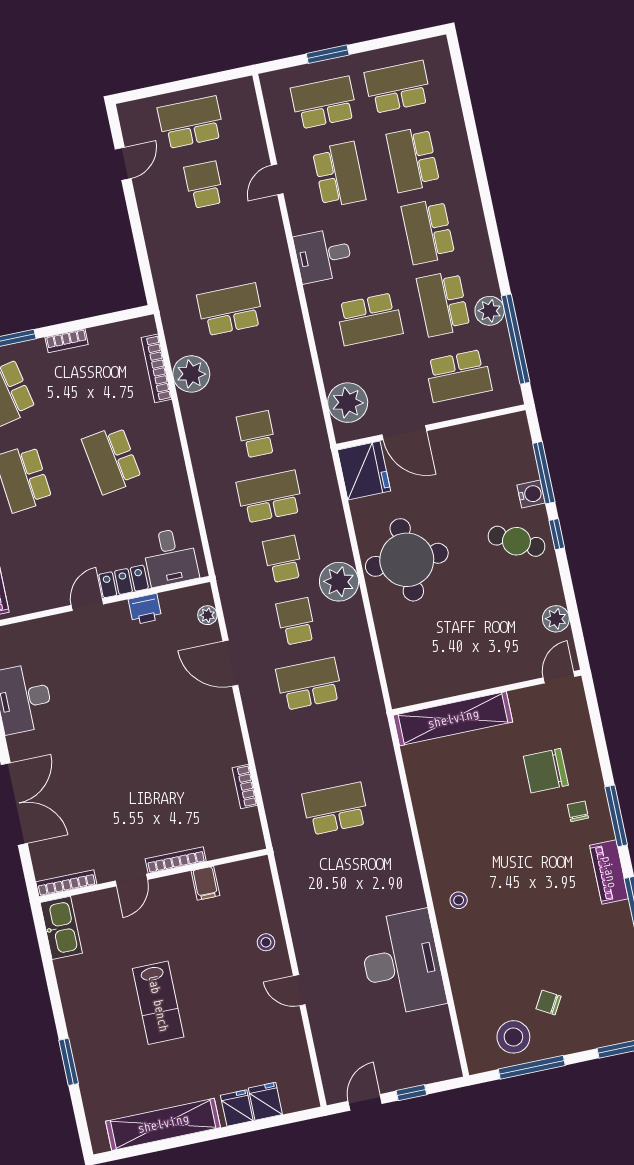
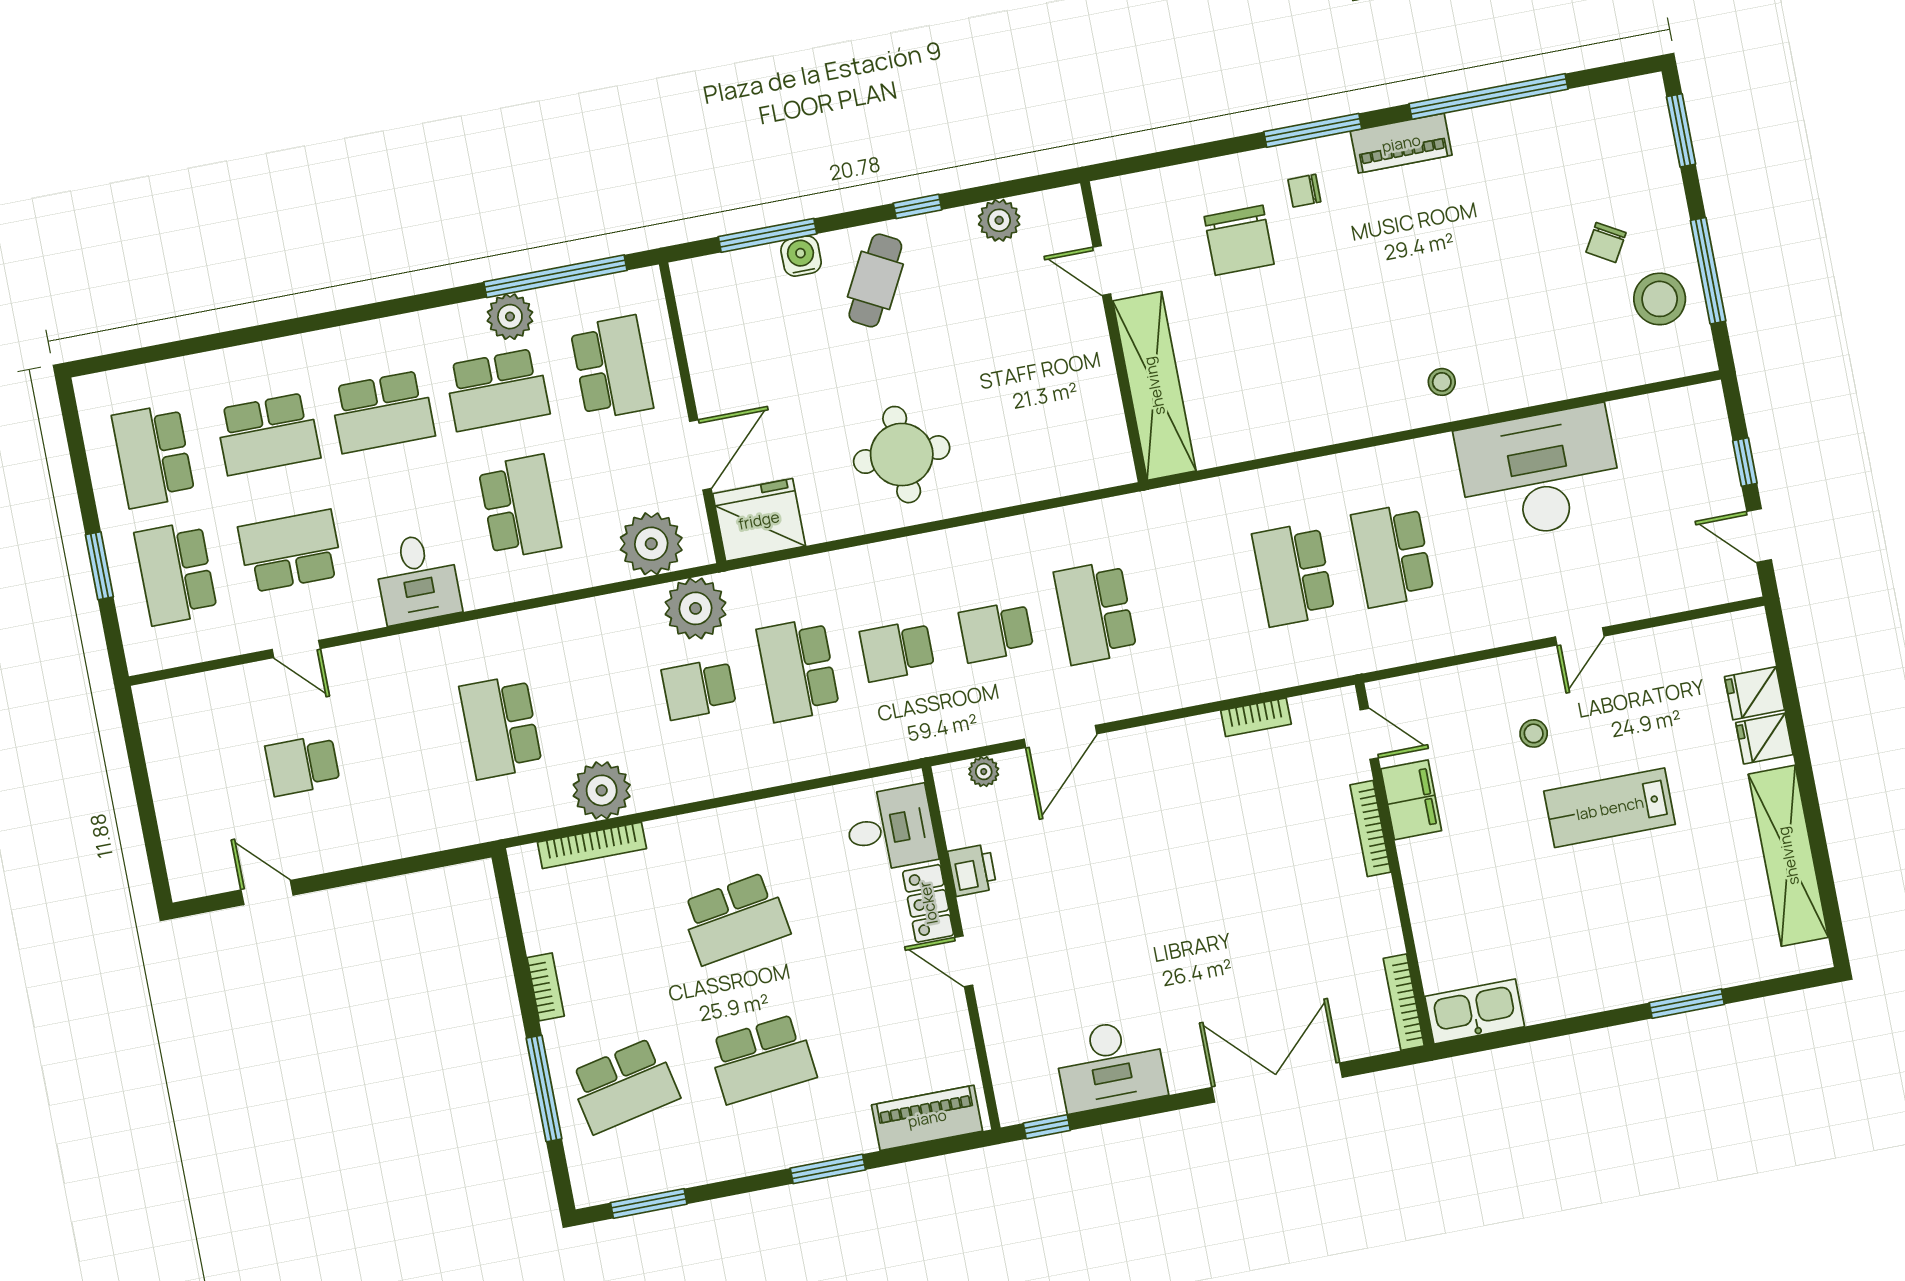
school desk: (191, 122) -> (1393, 555), moved
window: (557, 534) -> (917, 206), moved
round table: (407, 560) -> (902, 455), width x0.73, depth x0.73
plant: (339, 582) -> (695, 608), moved
door: (559, 677) -> (1102, 270), moved
door: (131, 880) -> (1369, 734), moved
filing cabinet: (205, 883) -> (1411, 800), width x2.00
stool: (266, 942) -> (1534, 733), moved
lab bench: (158, 1003) -> (1610, 808), moved, turned 180

